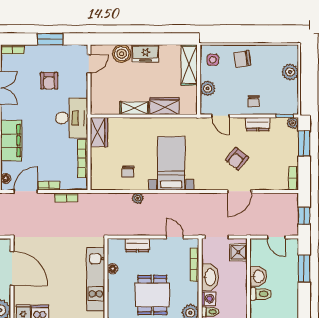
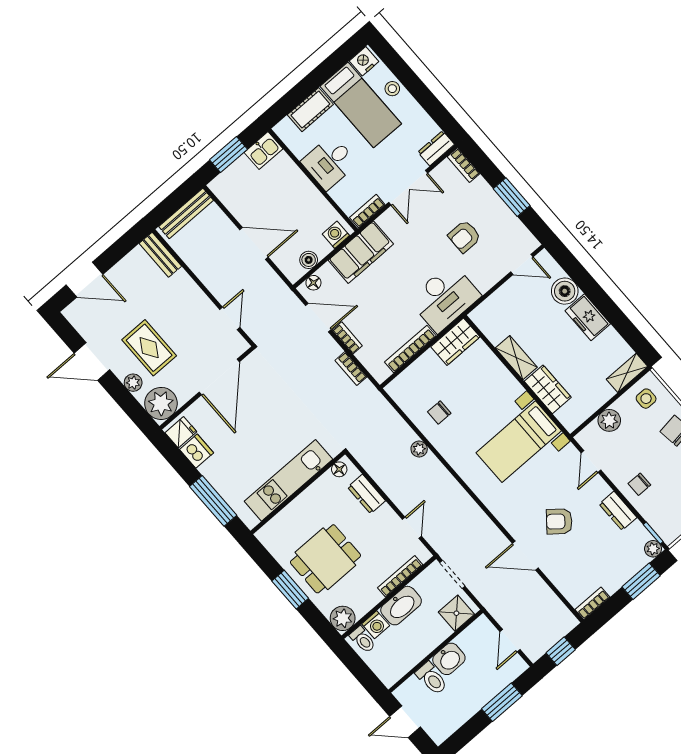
shelving: (189, 65) -> (627, 373), width x0.67, depth x0.75
bed with nightstands: (171, 163) -> (519, 442), moved, turned 180
floor lamp: (113, 269) -> (339, 469), moved

